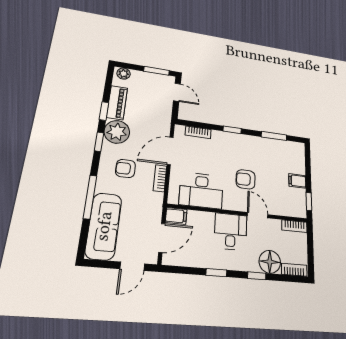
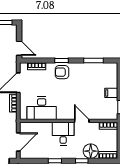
door: (177, 92) -> (19, 48), moved
armchair: (246, 179) -> (62, 72), moved
filing cabinet: (176, 216) -> (26, 127), removed

